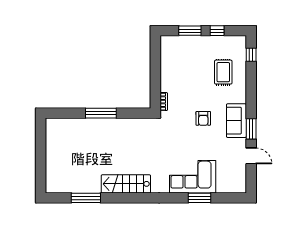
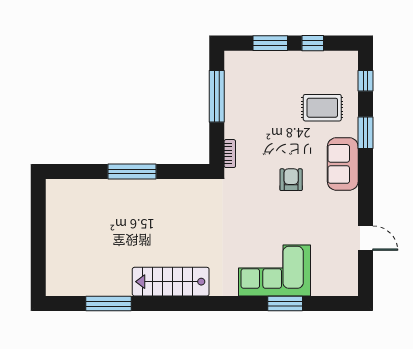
window: (155, 65) -> (217, 96), added
rug: (223, 72) -> (322, 108), turned 90
armchair: (203, 118) -> (291, 180), turned 180
sofa: (236, 121) -> (343, 164), moved
window: (251, 129) -> (366, 133), moved

